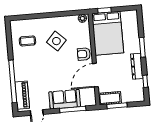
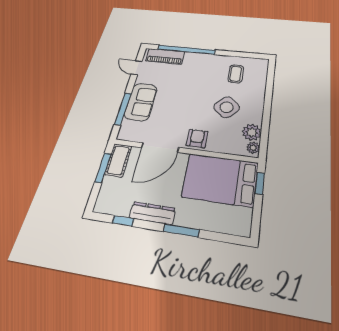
plant: (72, 21) -> (252, 132), added
door: (95, 75) -> (160, 148), swing flipped

